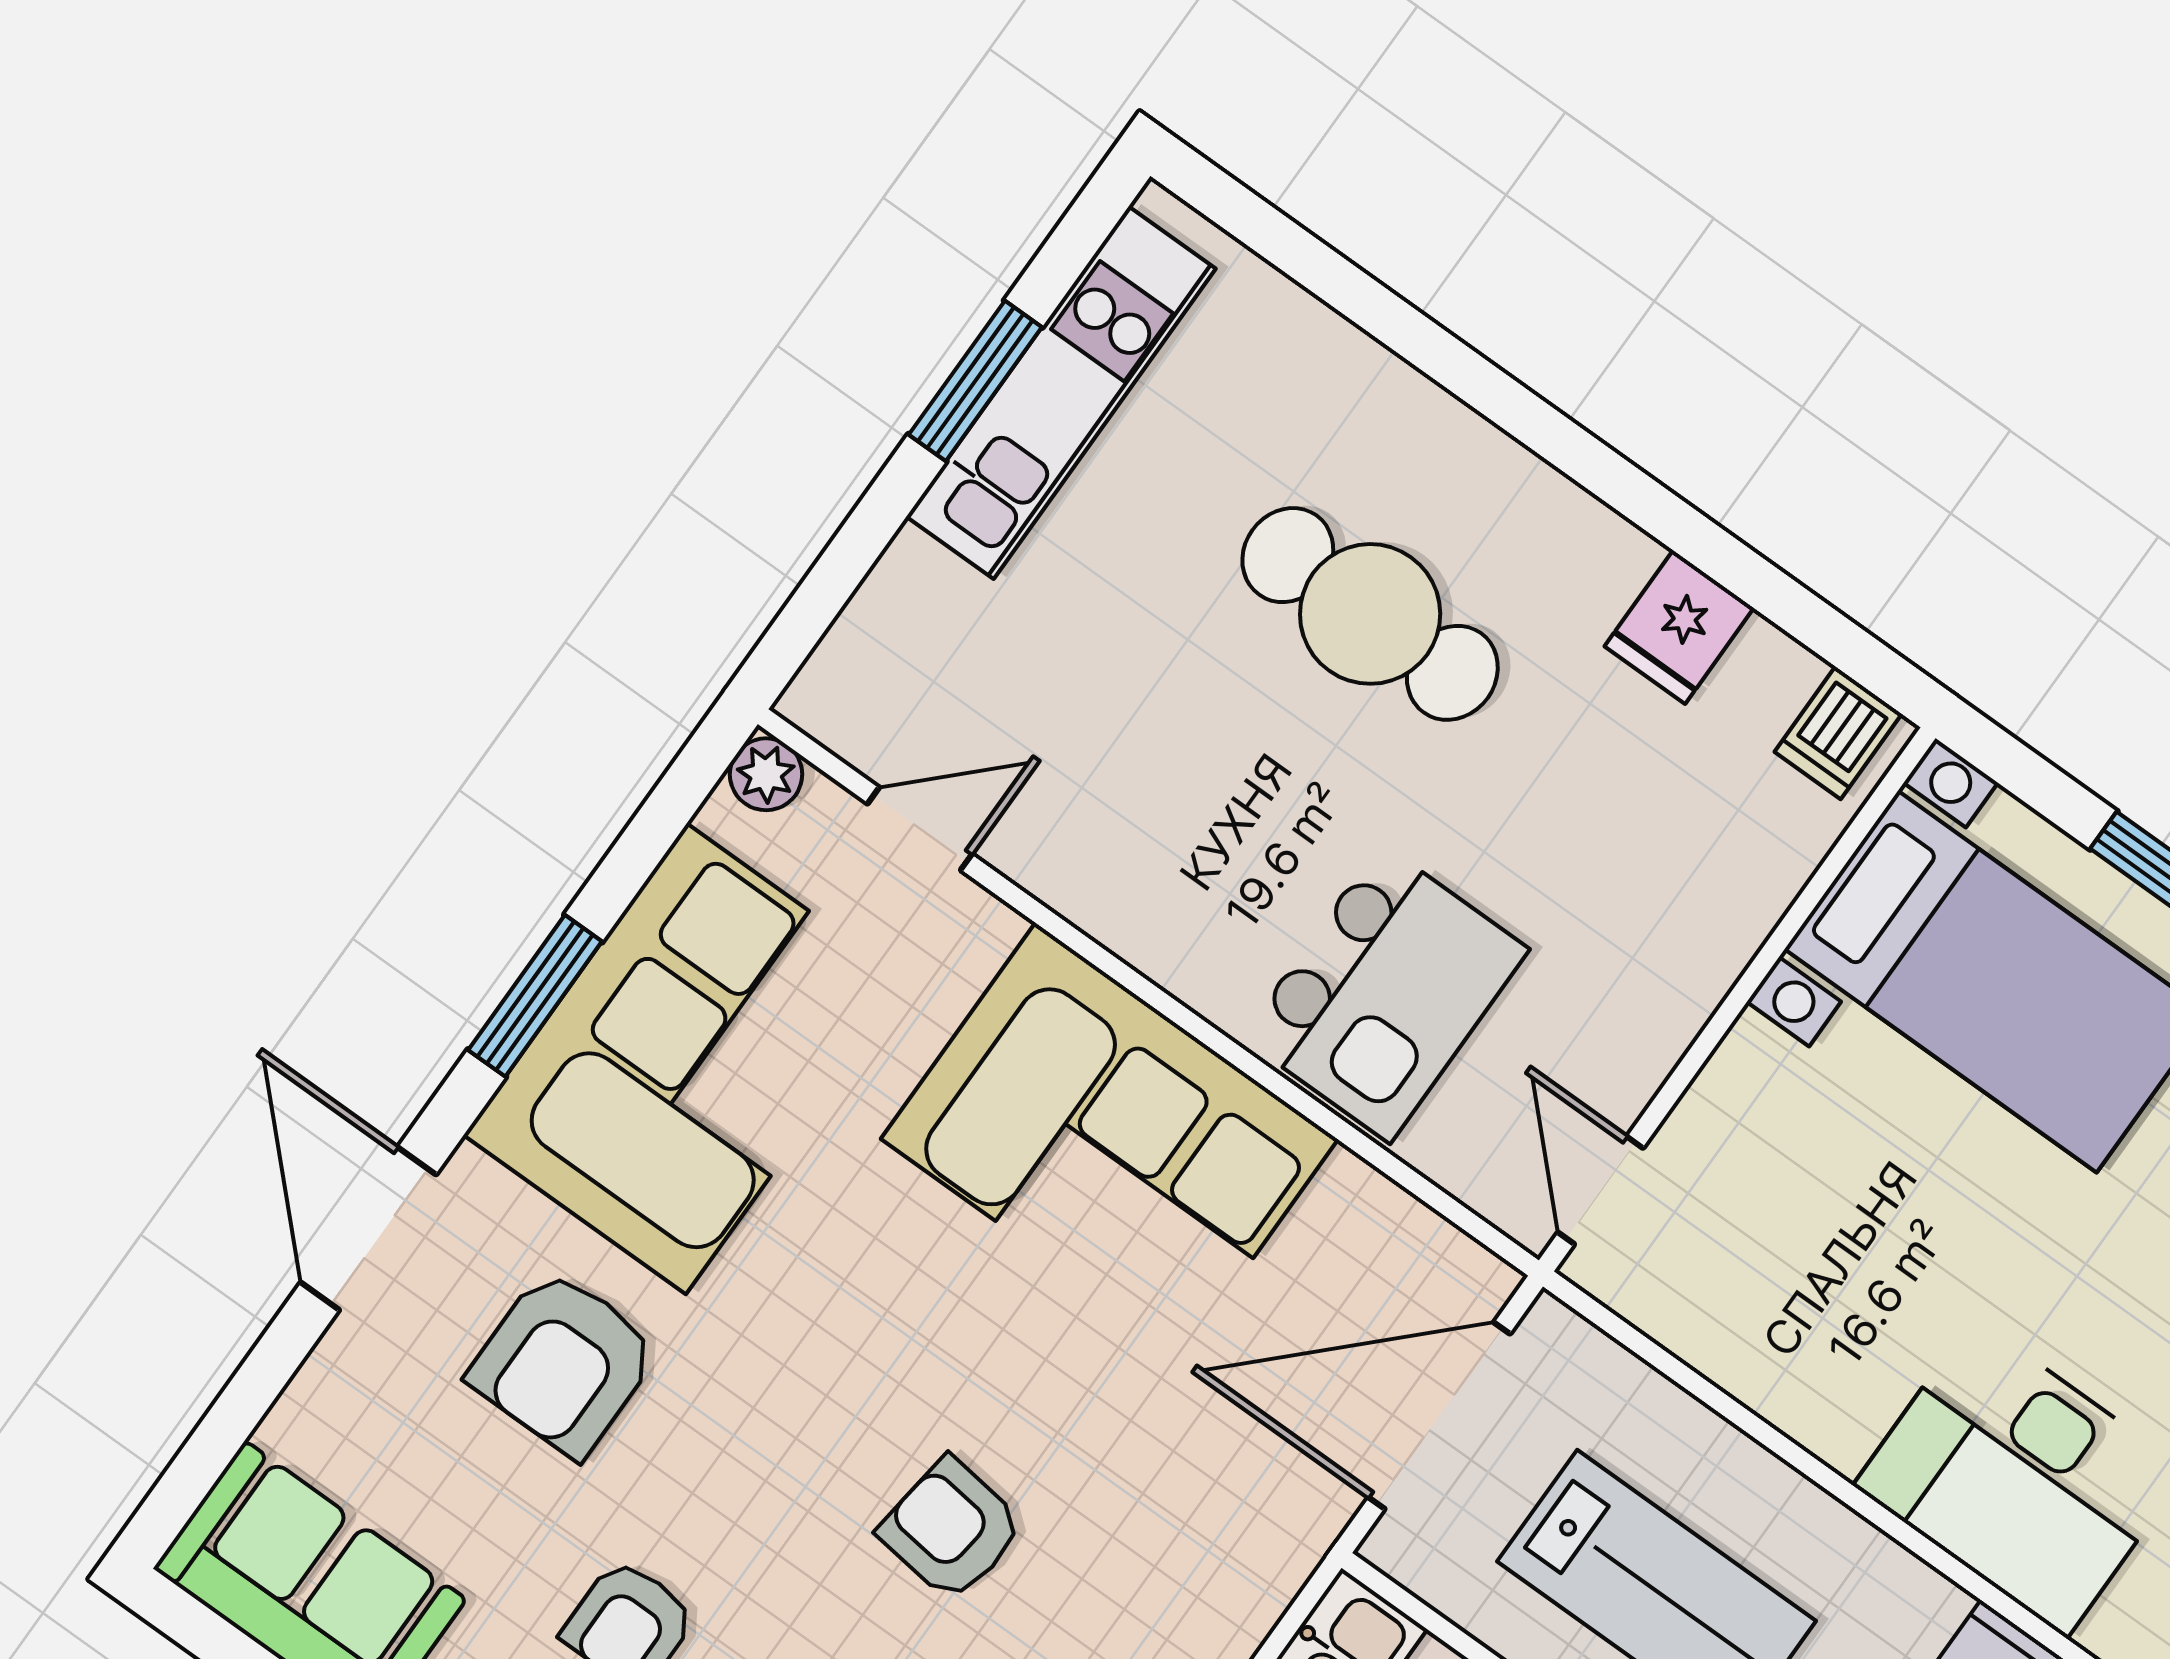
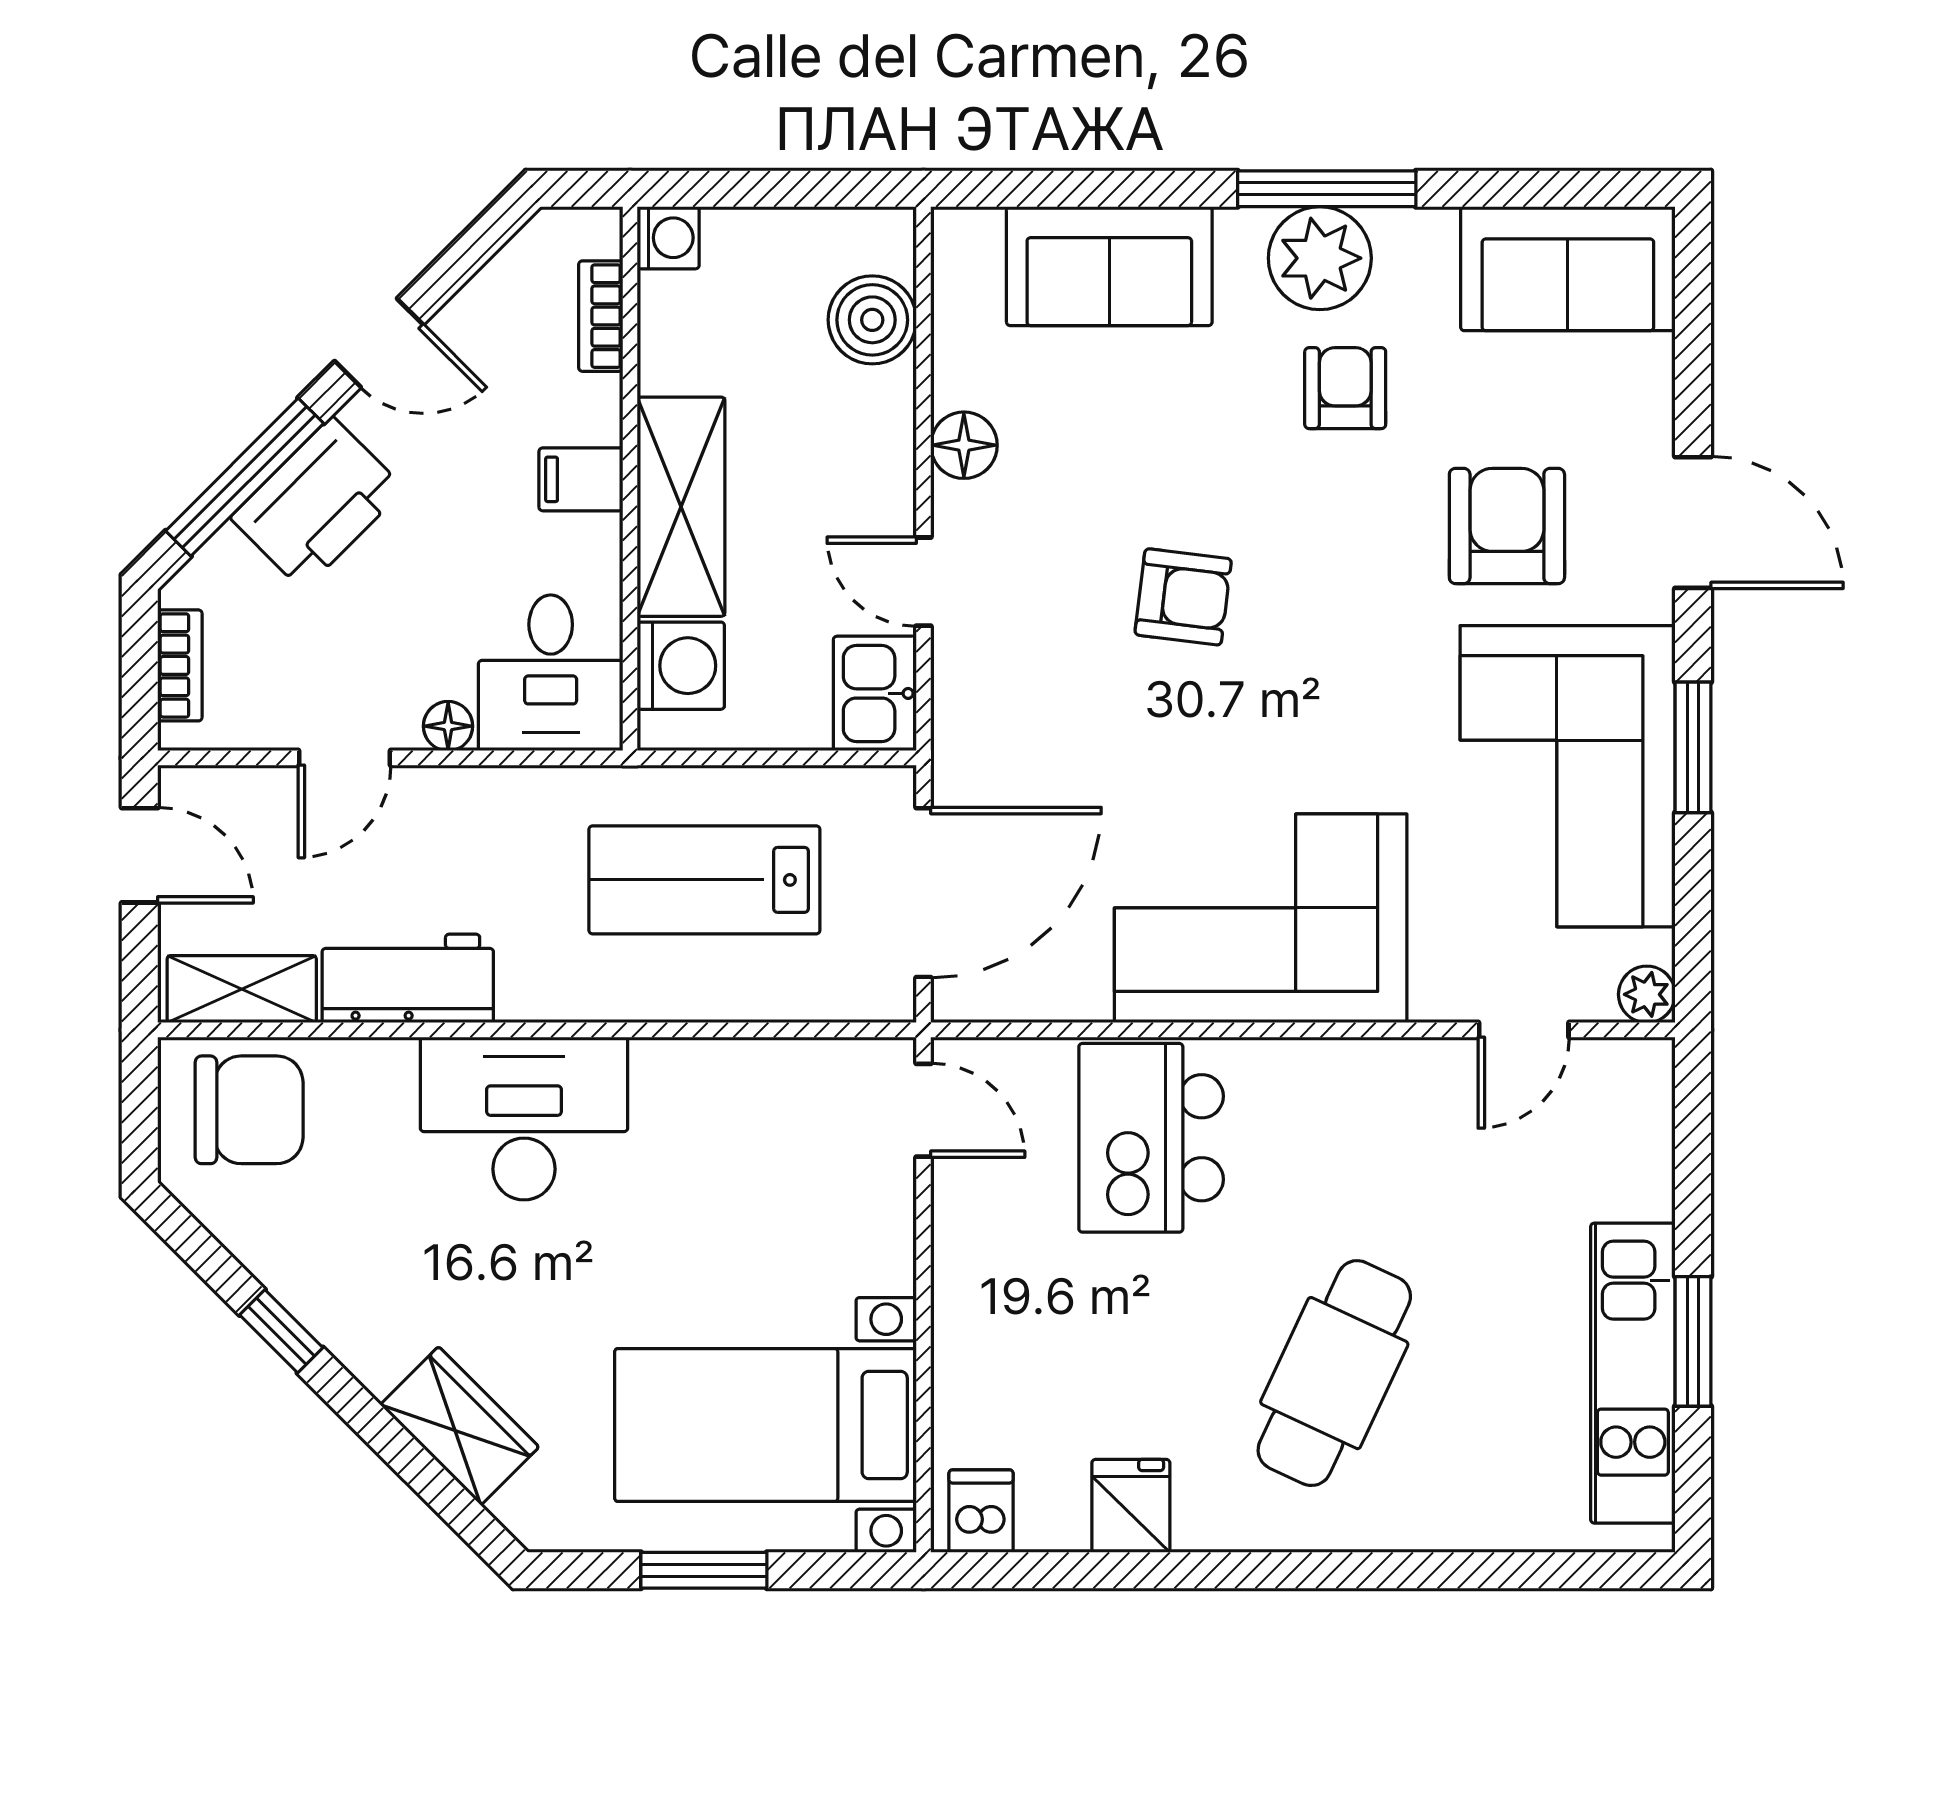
cafe table: (1370, 614) -> (1334, 1373), turned -65

